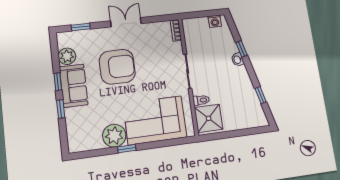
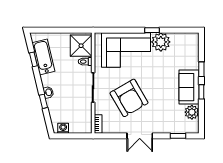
armchair: (117, 67) -> (129, 98), moved, turned -120
bathtub: (250, 99) -> (43, 57), added

